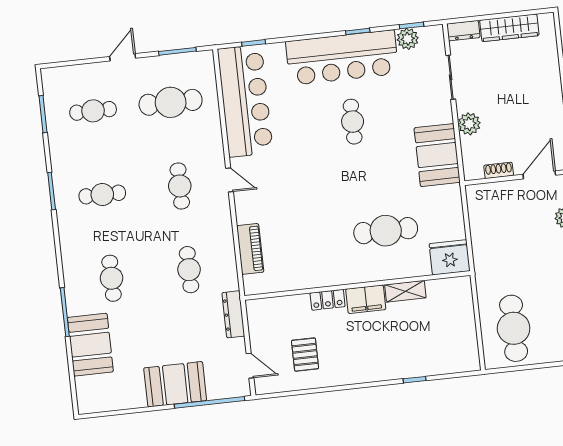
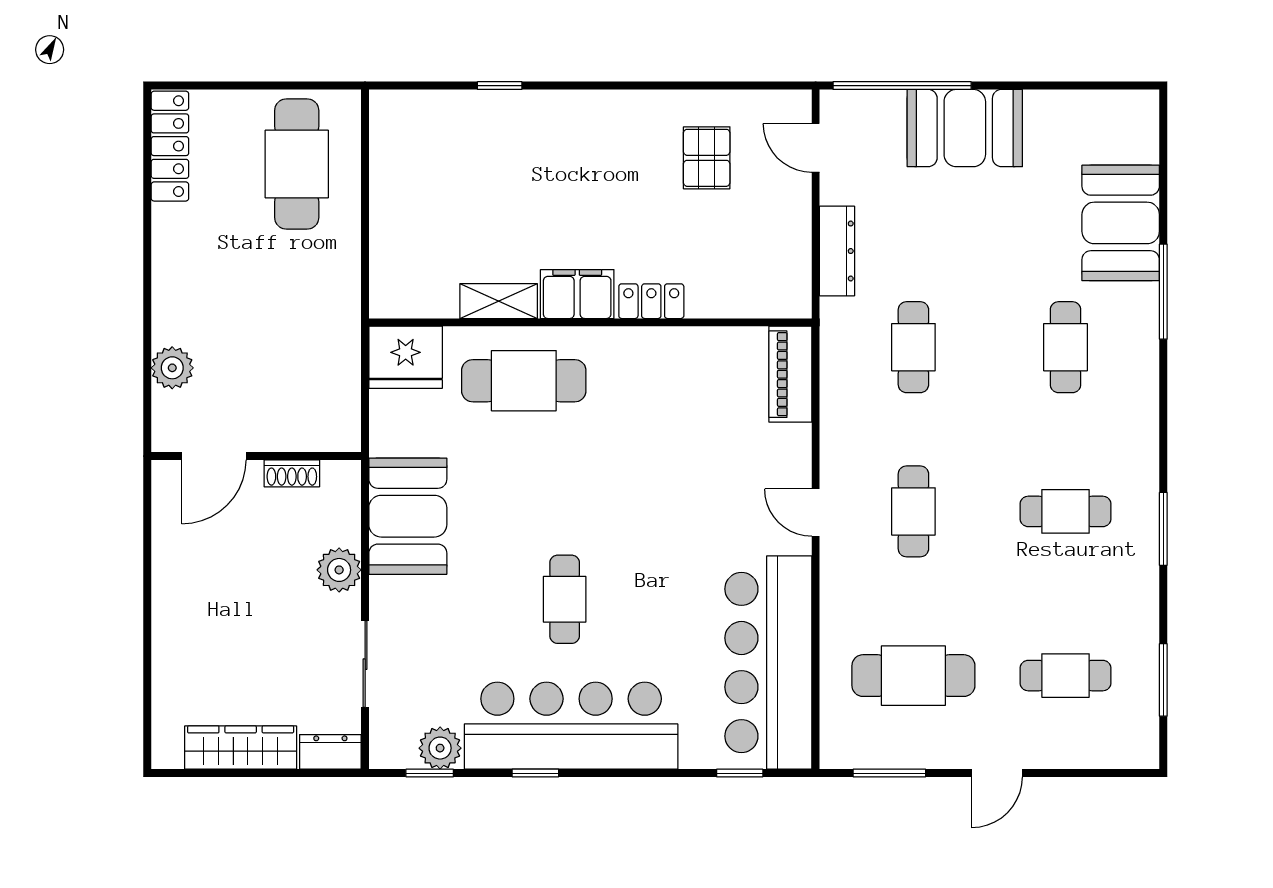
fridge: (450, 257) -> (406, 357), moved
wall: (357, 286) -> (590, 322), moved
shelving: (405, 291) -> (499, 301), moved
filing cabinet: (366, 299) -> (577, 294), moved
locker: (328, 300) -> (651, 301), moved

